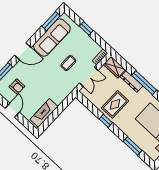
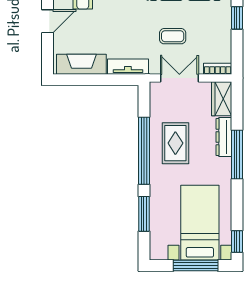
double door: (89, 77) -> (179, 78), swing flipped
tv unit: (64, 94) -> (128, 67), added
rug: (115, 104) -> (175, 143), turned 90
window: (106, 121) -> (144, 151), width x3.17

